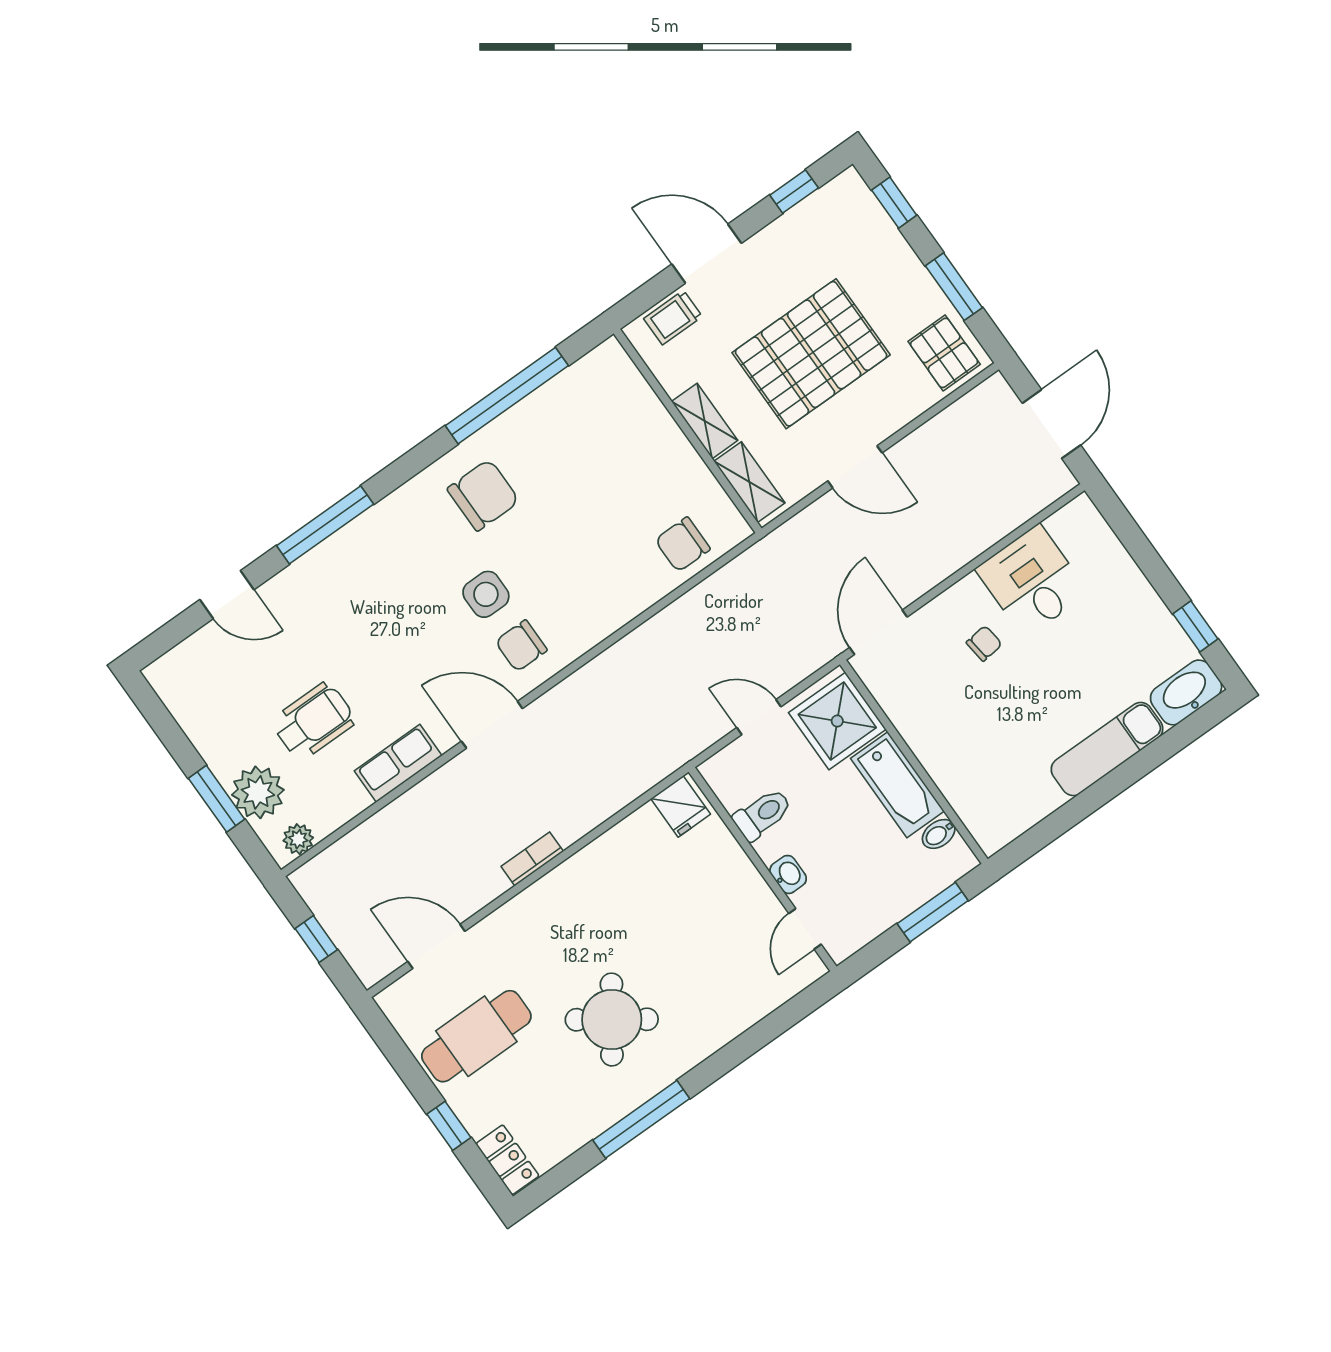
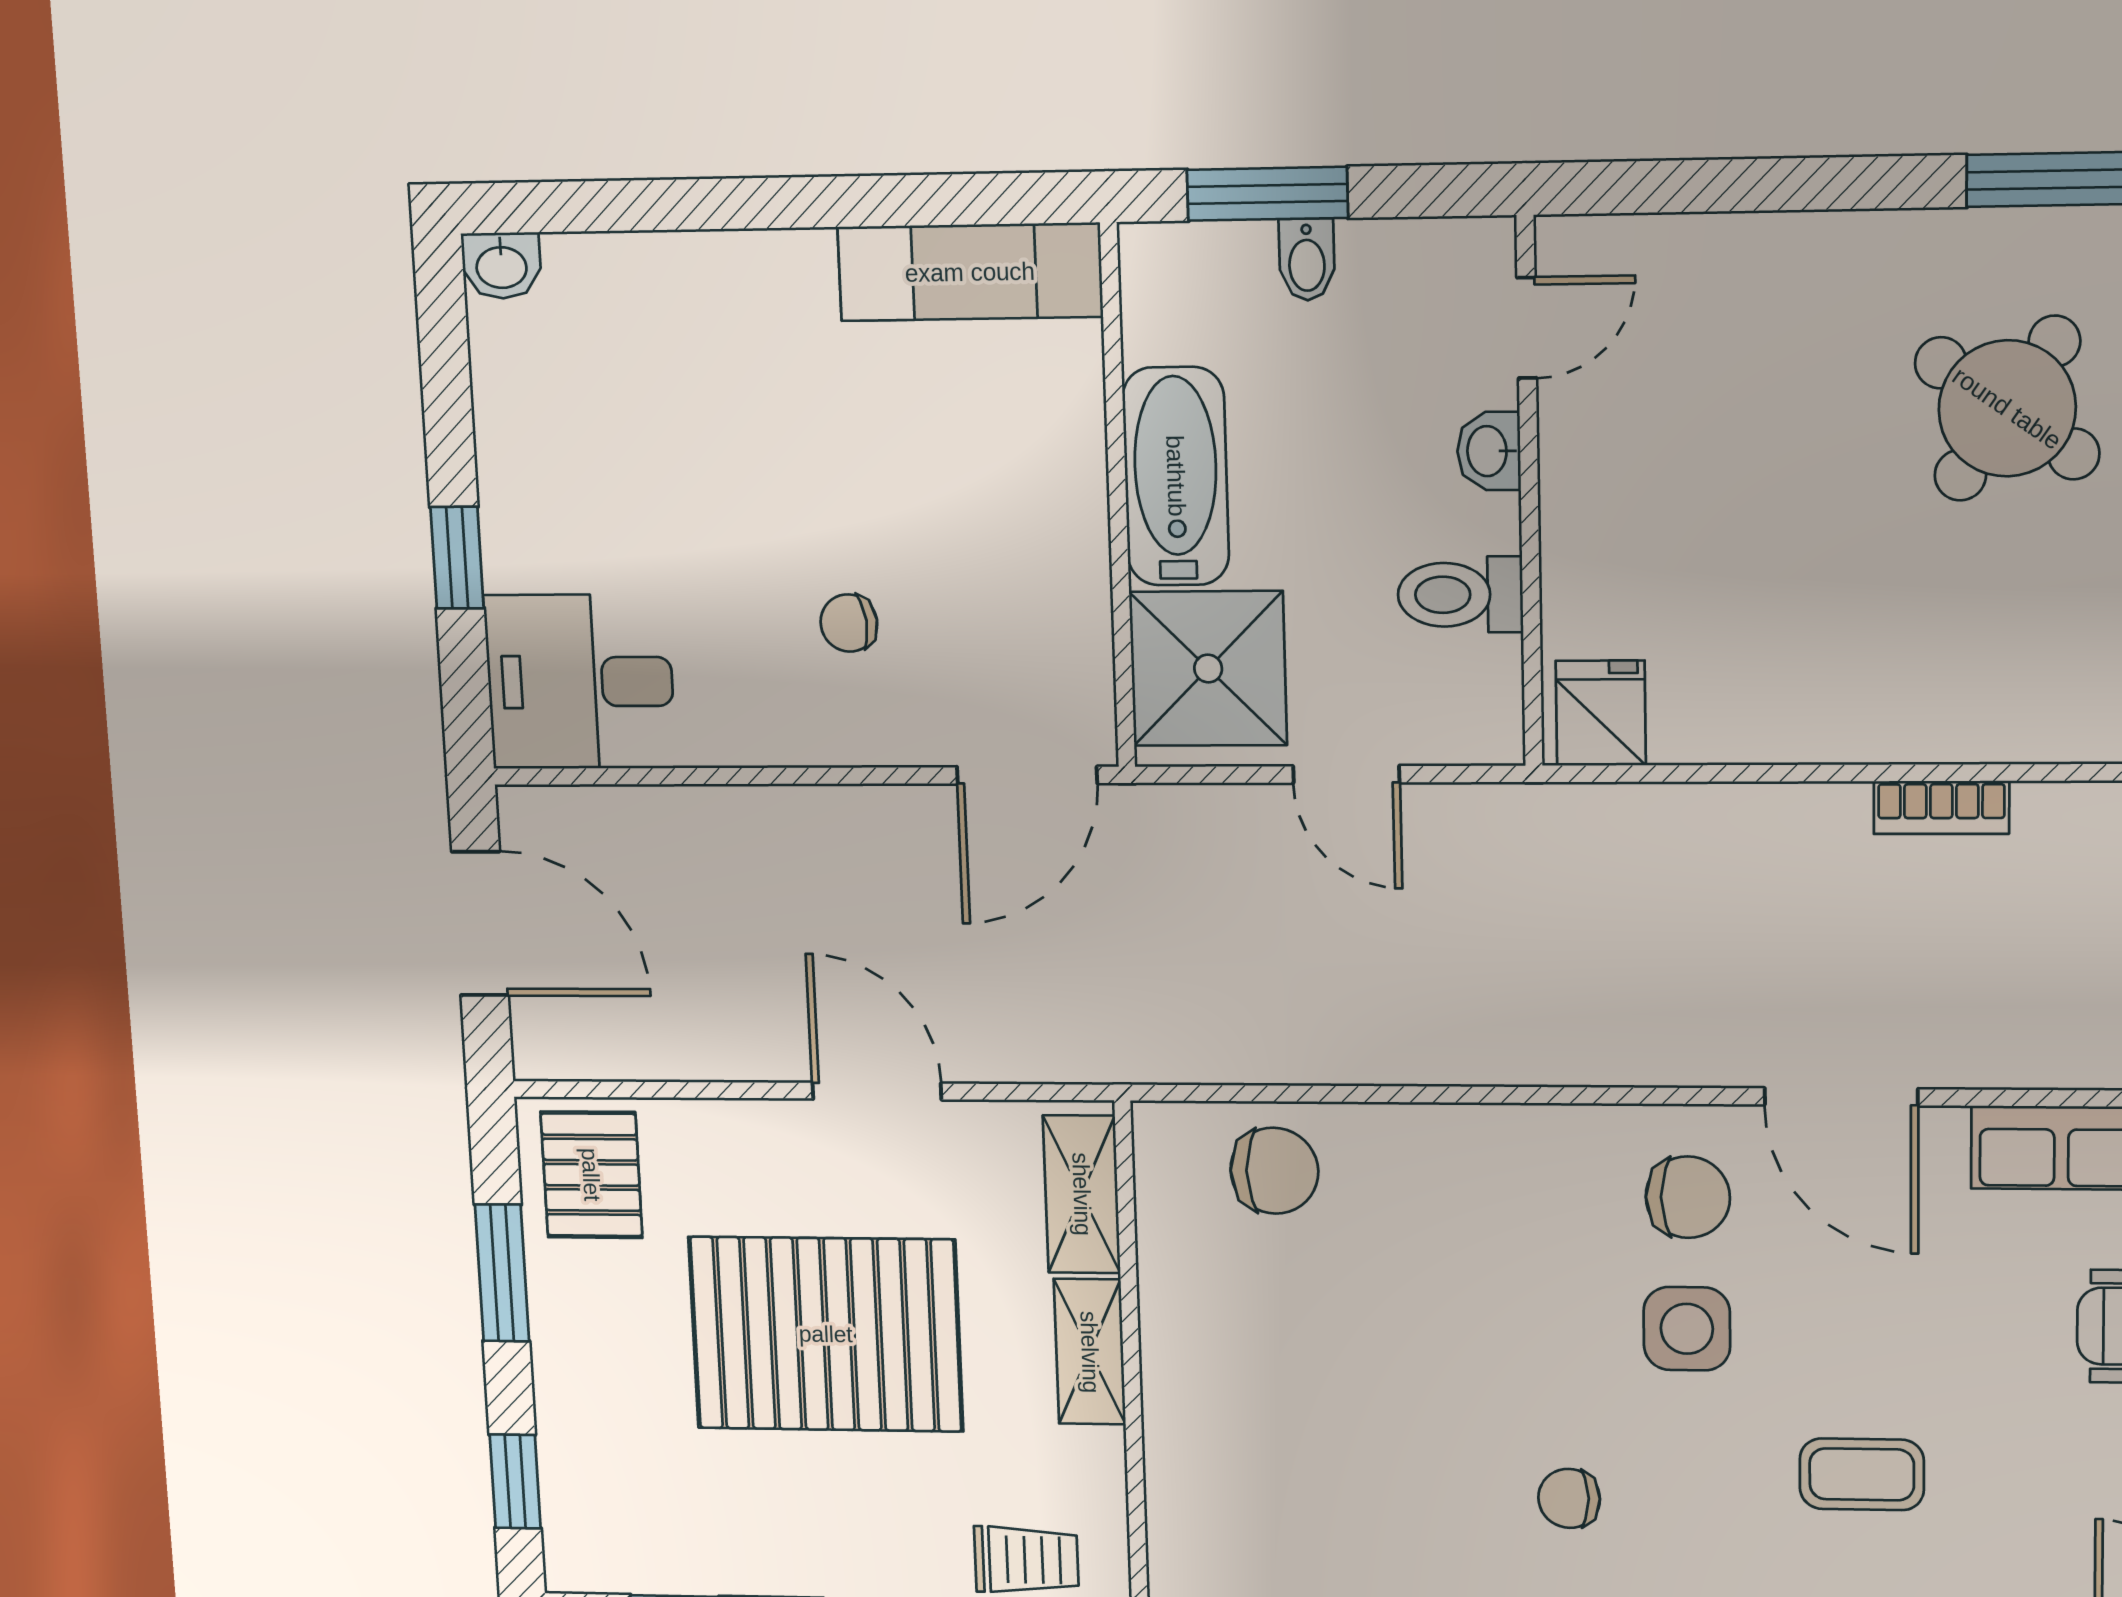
door: (1052, 424) -> (480, 924), swing flipped
chair: (483, 495) -> (1569, 1498), width x0.54, depth x0.54
desk: (1032, 581) -> (580, 682), moved, turned 90
coffee table: (381, 585) -> (1862, 1474), added
window: (1195, 626) -> (457, 558), moved
washbasin: (1186, 692) -> (501, 266), width x0.52, depth x0.69
exam couch: (1107, 749) -> (970, 272), moved
bidet: (939, 834) -> (1307, 260), moved, turned 90

